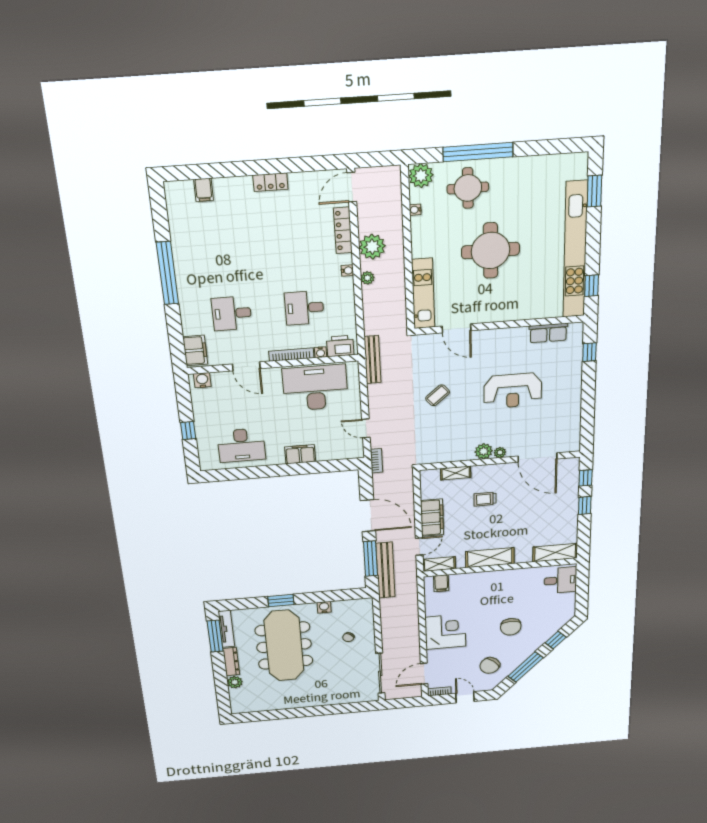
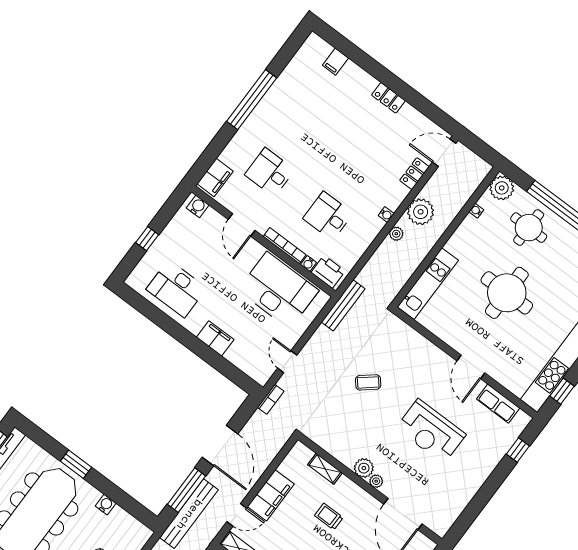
locker: (343, 230) -> (414, 174), width x0.66
door: (456, 328) -> (471, 367), moved

